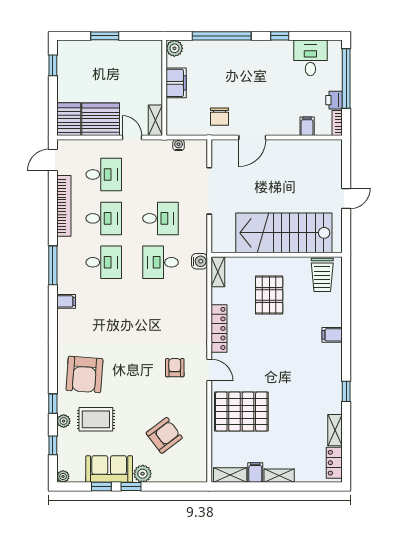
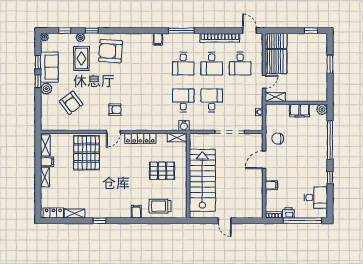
filing cabinet: (307, 126) -> (271, 185), moved
door: (252, 138) -> (264, 160), hinge flipped
desk: (160, 218) -> (212, 100), turned 180
trolley: (322, 275) -> (160, 206), moved

